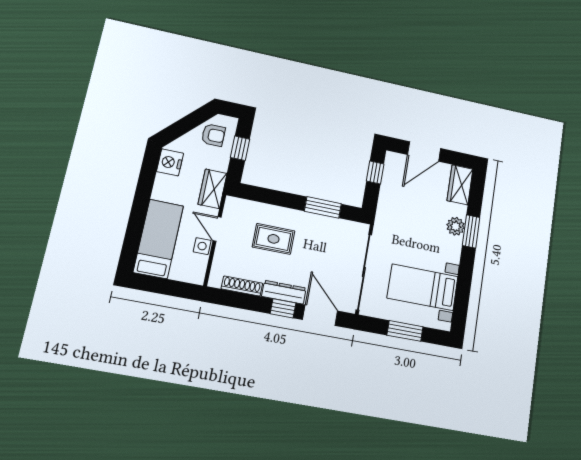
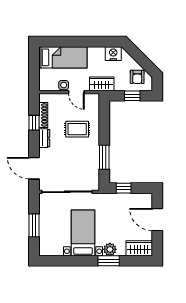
window: (375, 173) -> (124, 188), moved
door: (217, 229) -> (76, 92), swing flipped
rug: (274, 239) -> (77, 129), turned 90
bed with nightstands: (423, 287) -> (83, 233), moved
dresser: (284, 292) -> (44, 138), width x0.70
window: (283, 308) -> (34, 123), moved
door: (320, 315) -> (34, 168), swing flipped

